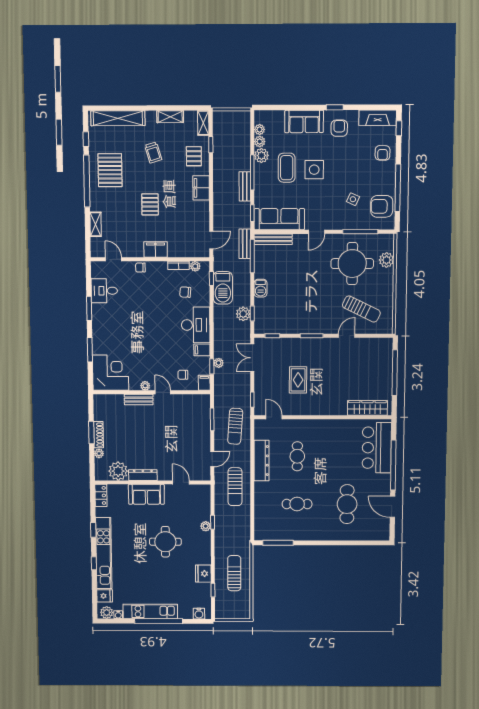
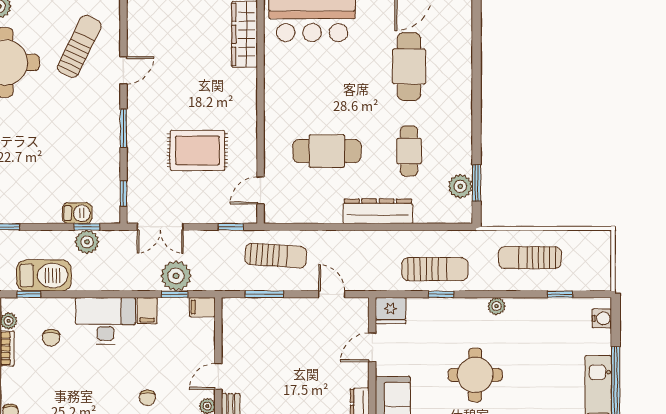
barbecue: (261, 288) -> (77, 213), moved
door: (347, 336) -> (123, 70), swing flipped
plant: (219, 363) -> (176, 276), width x1.88, depth x1.88
chair: (183, 375) -> (147, 398), moved
rug: (298, 380) -> (197, 150), width x1.36, depth x1.43
cafe table: (297, 456) -> (327, 151), width x1.37, depth x1.35
dresser: (262, 461) -> (378, 211), moved
sun lounger: (235, 487) -> (435, 269), moved
cafe table: (347, 504) -> (409, 67), turned 90
plant: (206, 526) -> (497, 306), moved
plant: (276, 533) -> (460, 186), added
window: (278, 543) -> (476, 183), width x0.69
fridge: (203, 574) -> (391, 311), moved

